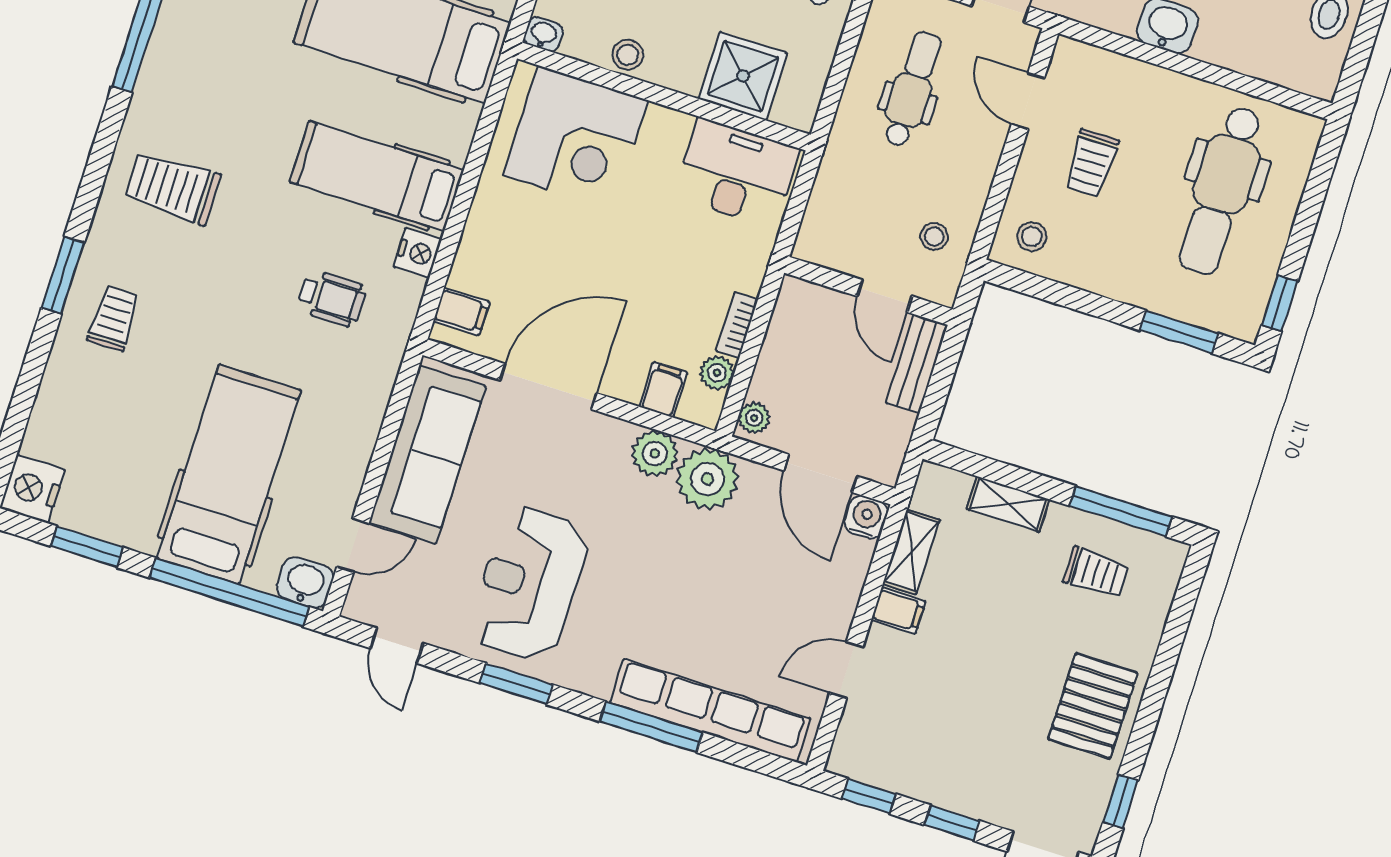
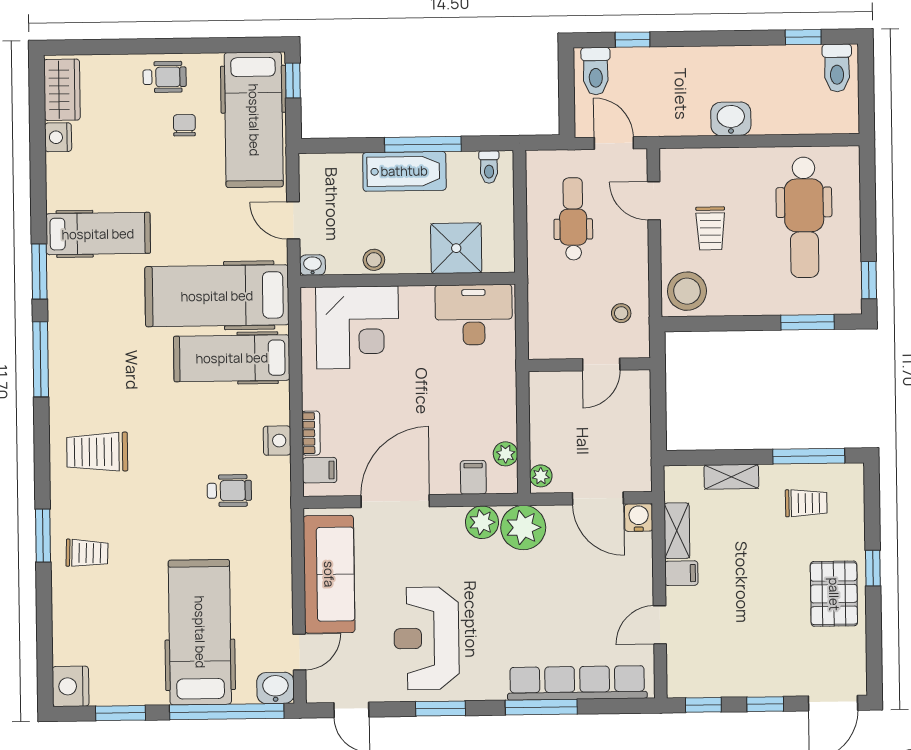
hospital bed: (377, 176) -> (232, 358), moved
stool: (1032, 236) -> (687, 291), width x1.89, depth x1.89
door: (885, 296) -> (601, 364), hinge flipped
trolley: (114, 318) -> (87, 553), turned 92
bookcase: (737, 325) -> (311, 433), moved, turned 180
bench: (917, 364) -> (638, 403), removed
window: (1121, 801) -> (873, 568), moved

